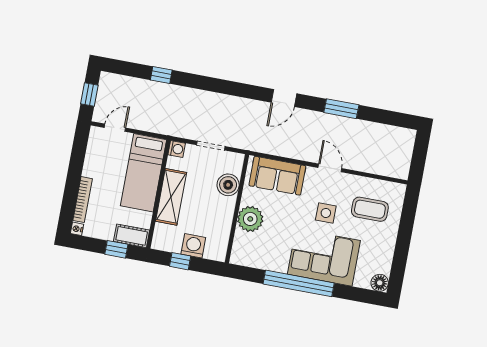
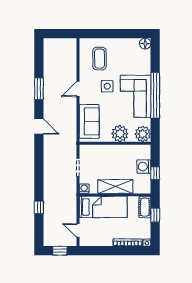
boiler: (228, 185) -> (101, 152), removed
plant: (243, 253) -> (143, 134), added
corner sofa: (324, 257) -> (136, 96), moved

